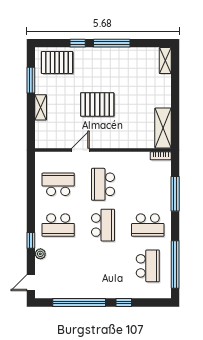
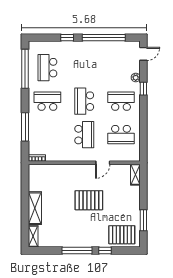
shelving: (41, 107) -> (135, 175), moved
shelving: (163, 128) -> (35, 208), moved

